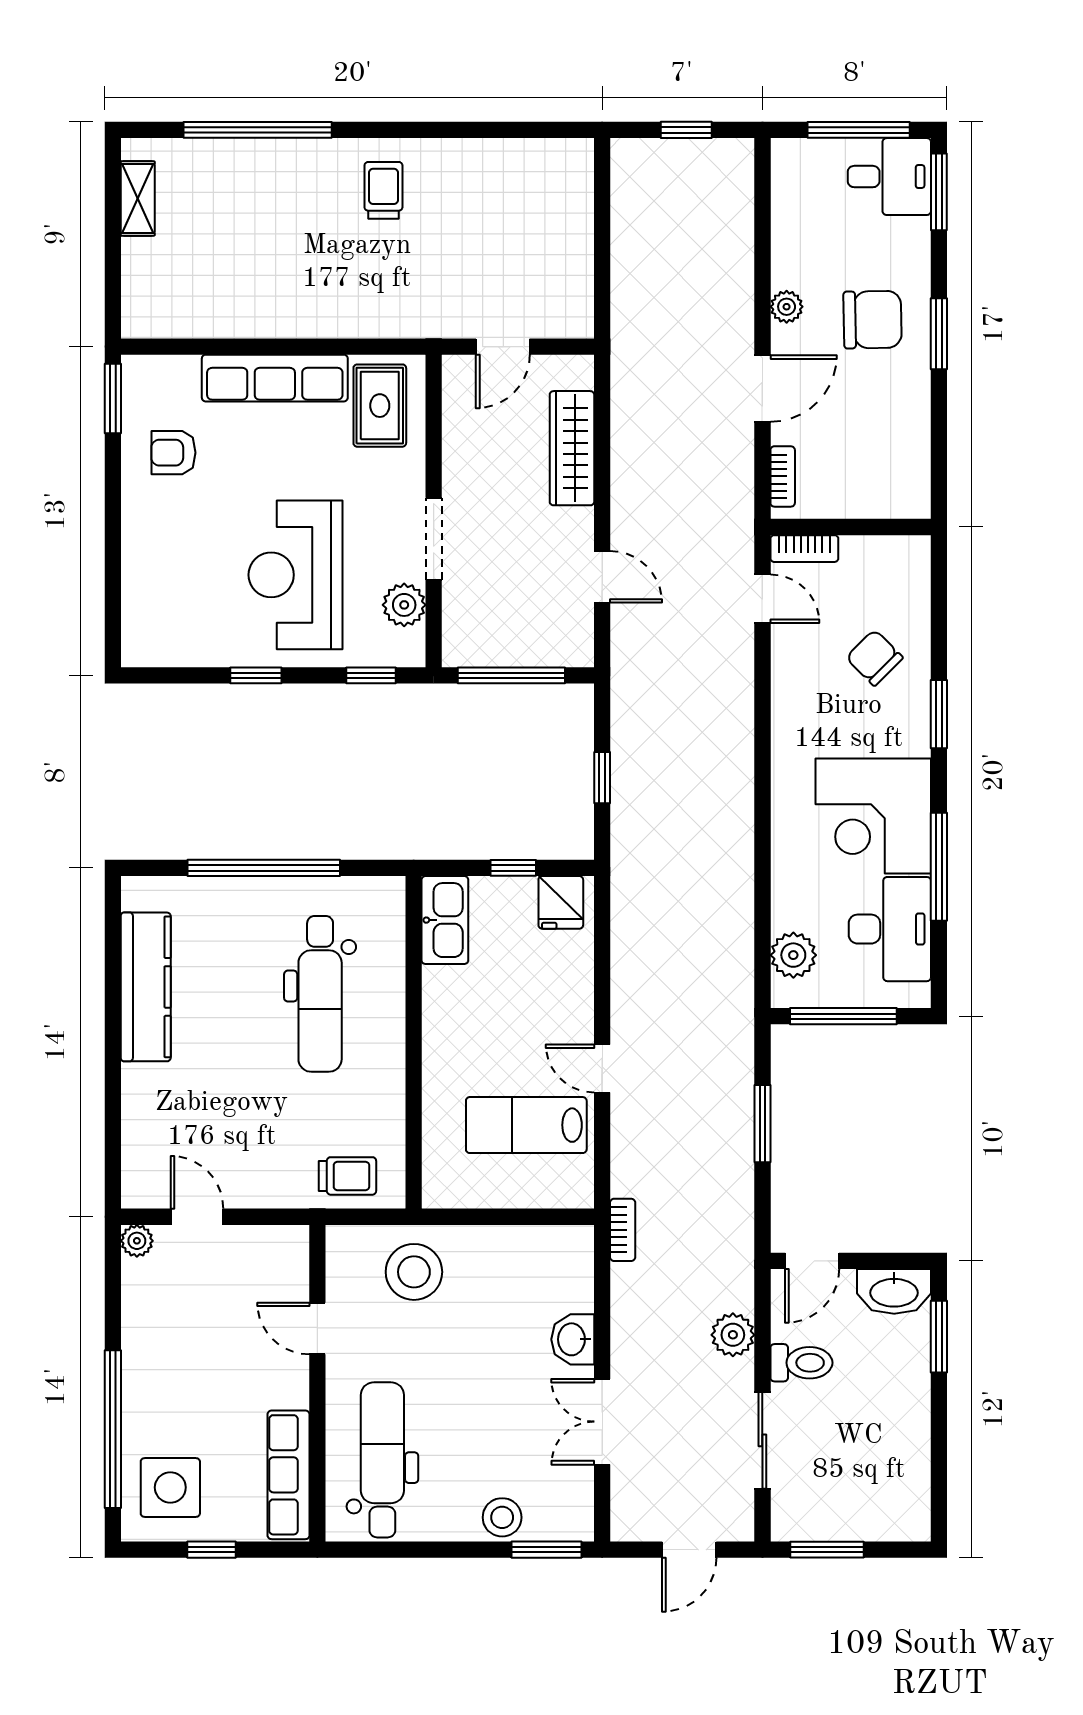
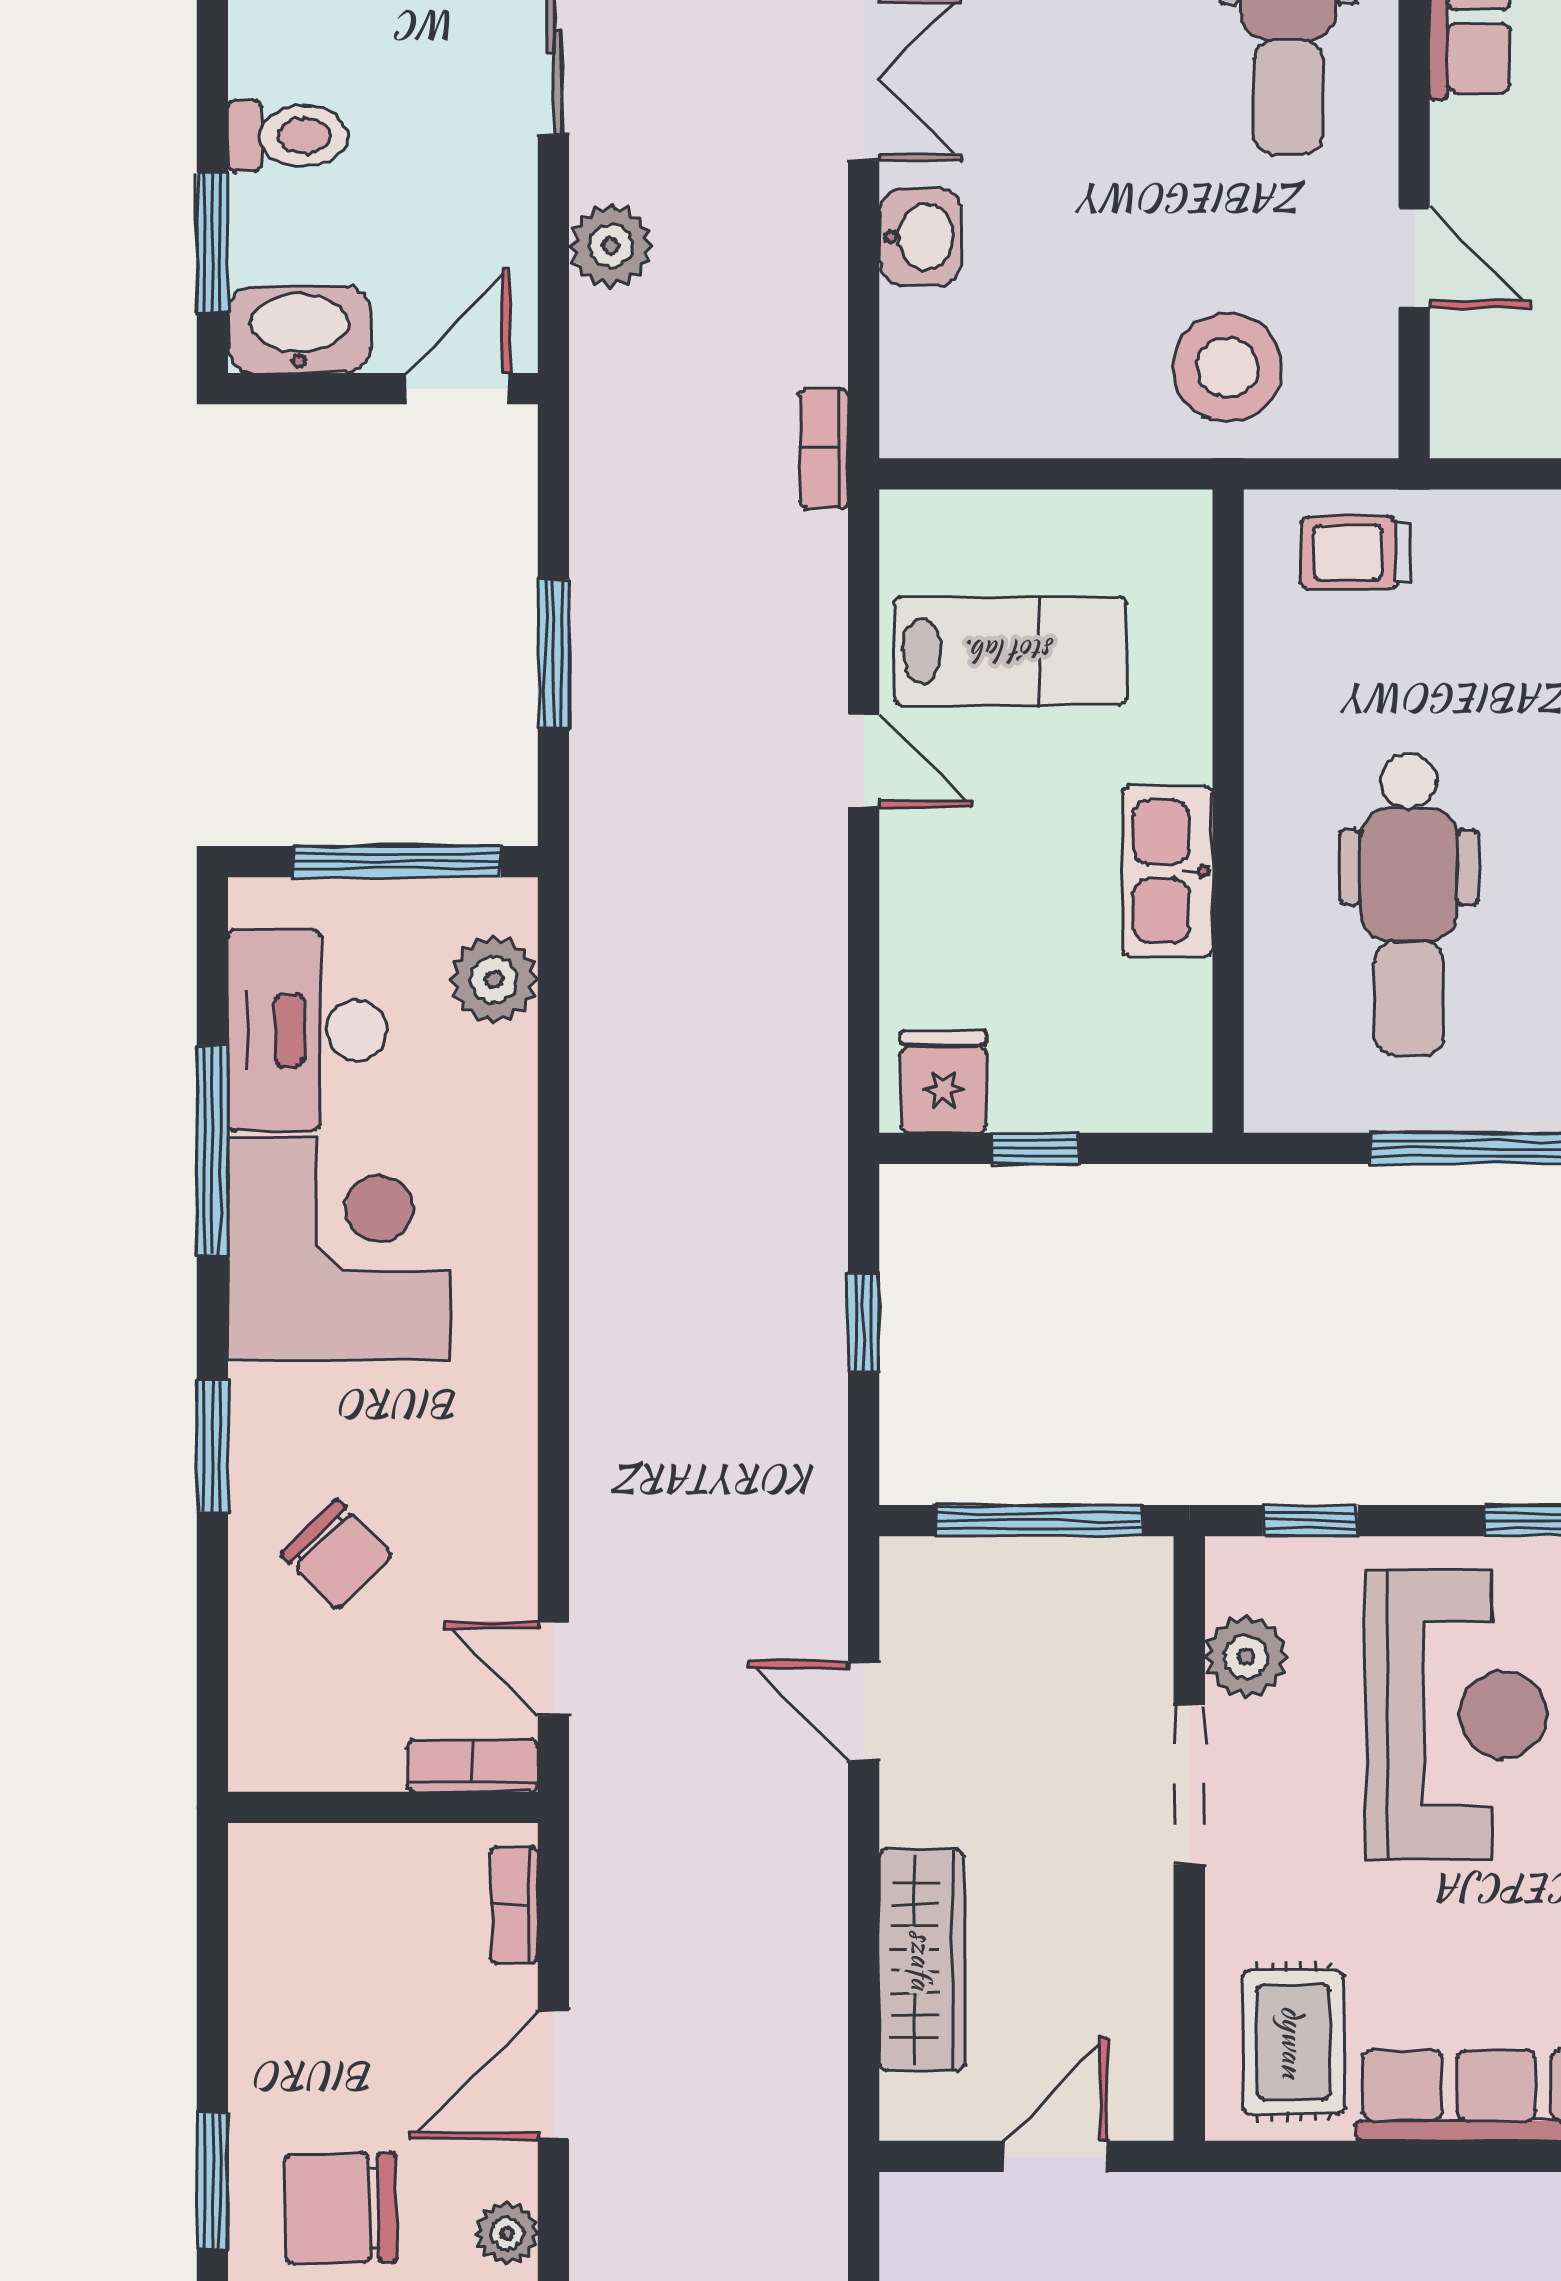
kitchen sink: (445, 920) -> (1167, 871), moved
dental chair: (320, 994) -> (1409, 905), turned 180
toilet: (801, 1363) -> (288, 136), moved, turned 180

